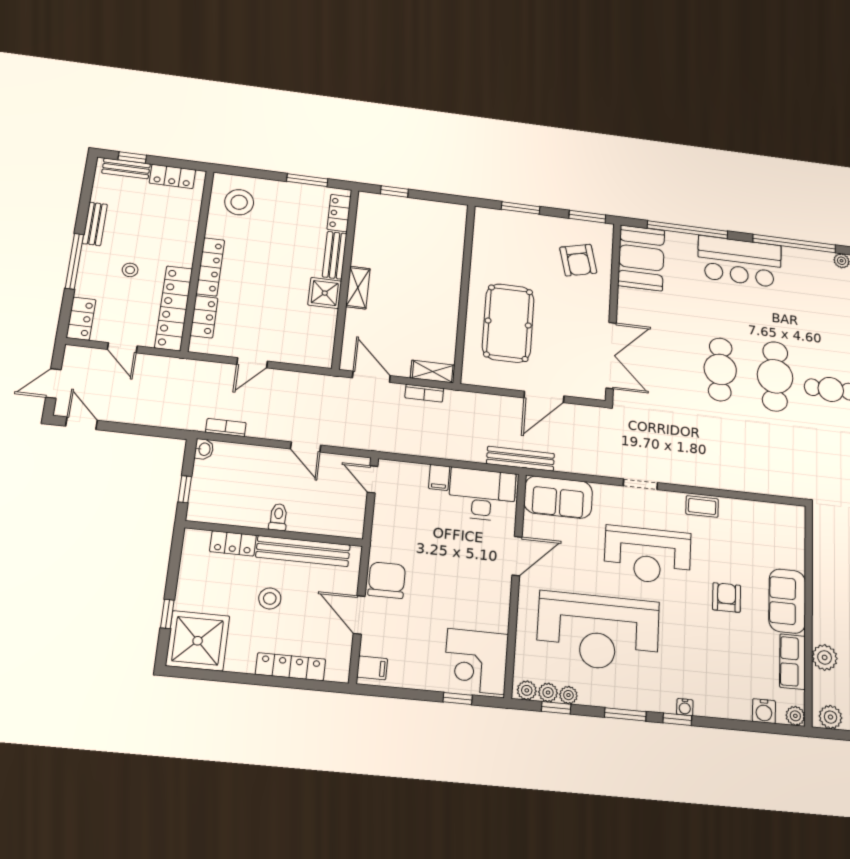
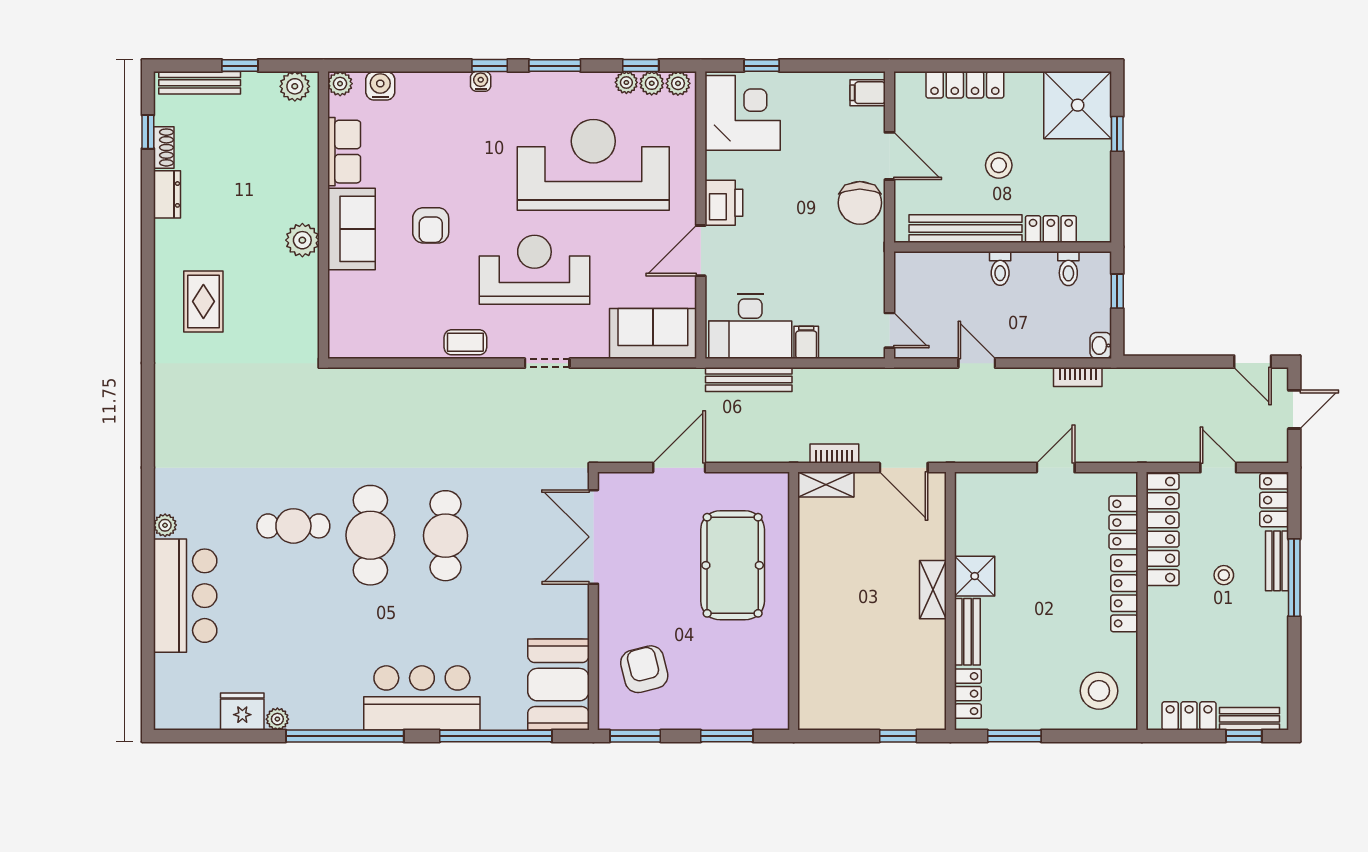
bench: (95, 224) -> (1277, 561), moved
bench: (520, 459) -> (749, 379), moved
toilet: (223, 511) -> (1068, 269), added
printer: (496, 591) -> (724, 203), added
plant: (825, 657) -> (302, 240), moved

